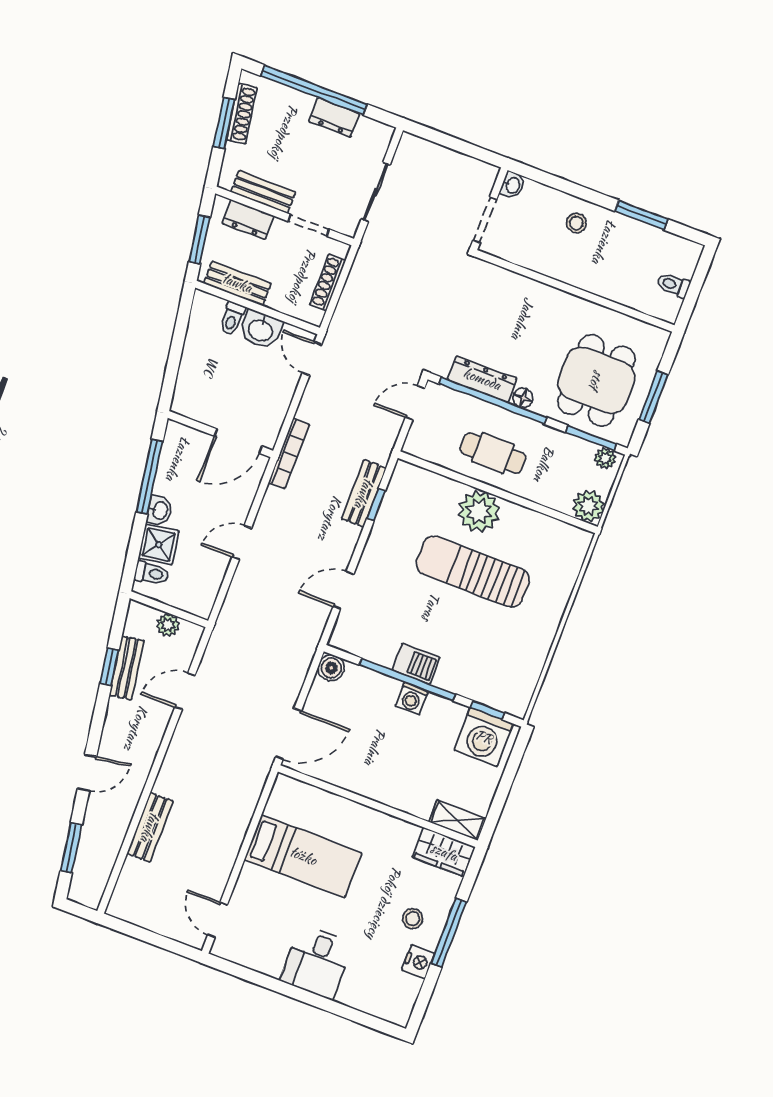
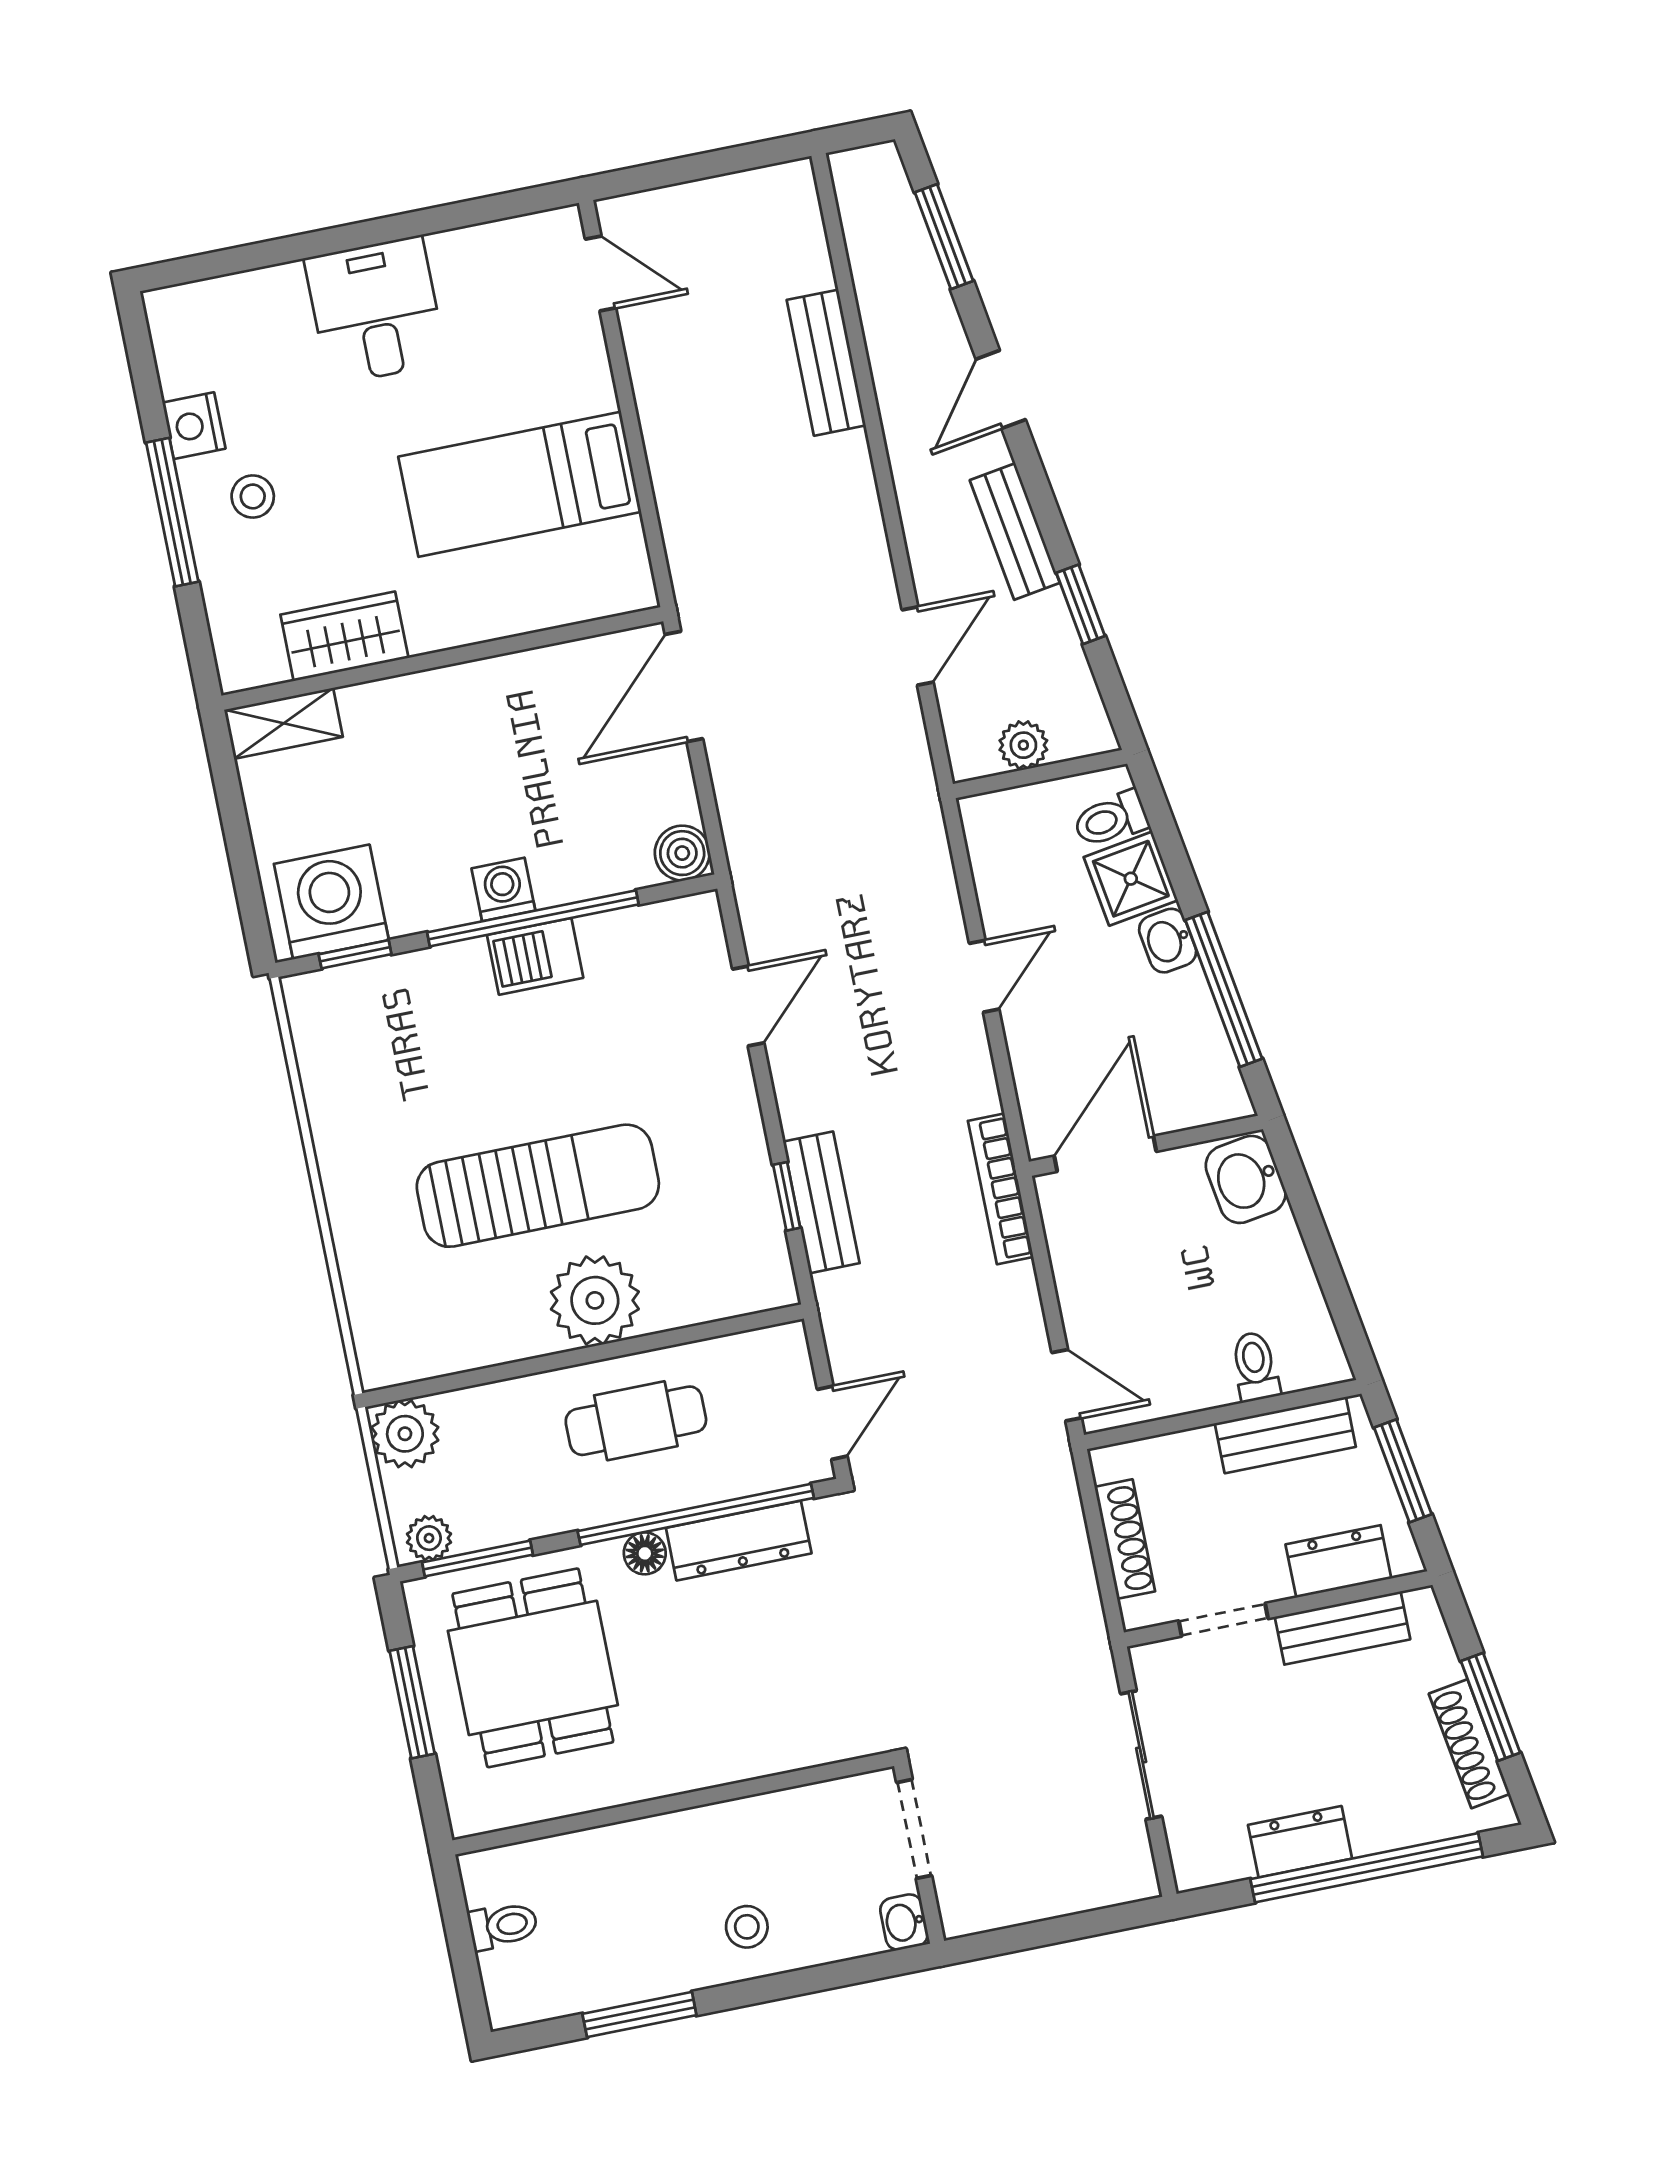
washbasin: (261, 330) -> (1246, 1179), moved, turned -99
bench: (127, 668) -> (1015, 531), moved
wardrobe: (444, 852) -> (344, 636), moved

